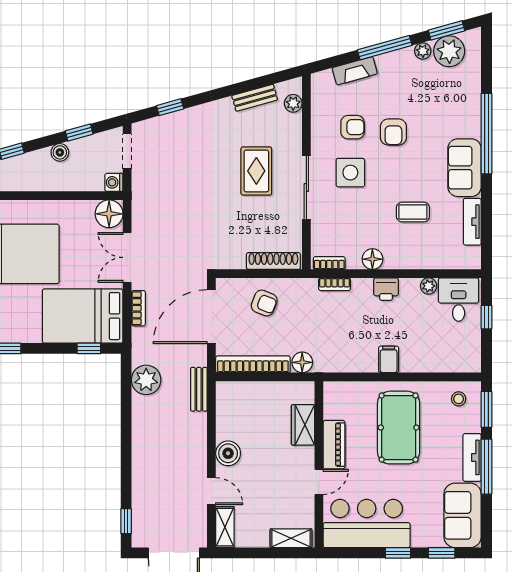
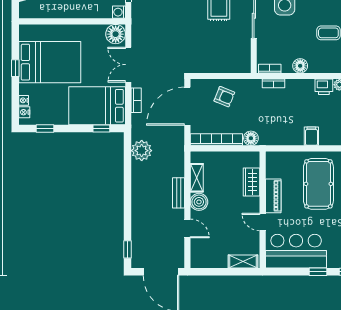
shoe rack: (273, 261) -> (231, 67), removed
printer: (386, 289) -> (324, 87), moved
bench: (199, 389) -> (179, 193), moved
door: (319, 482) -> (263, 222), swing flipped
shelving: (225, 527) -> (197, 178), moved

